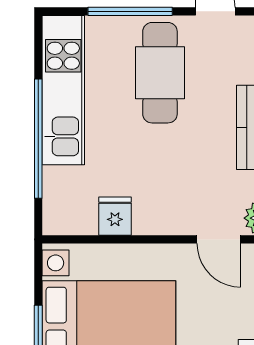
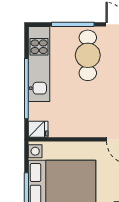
fridge: (115, 216) -> (38, 129), moved, turned 90

